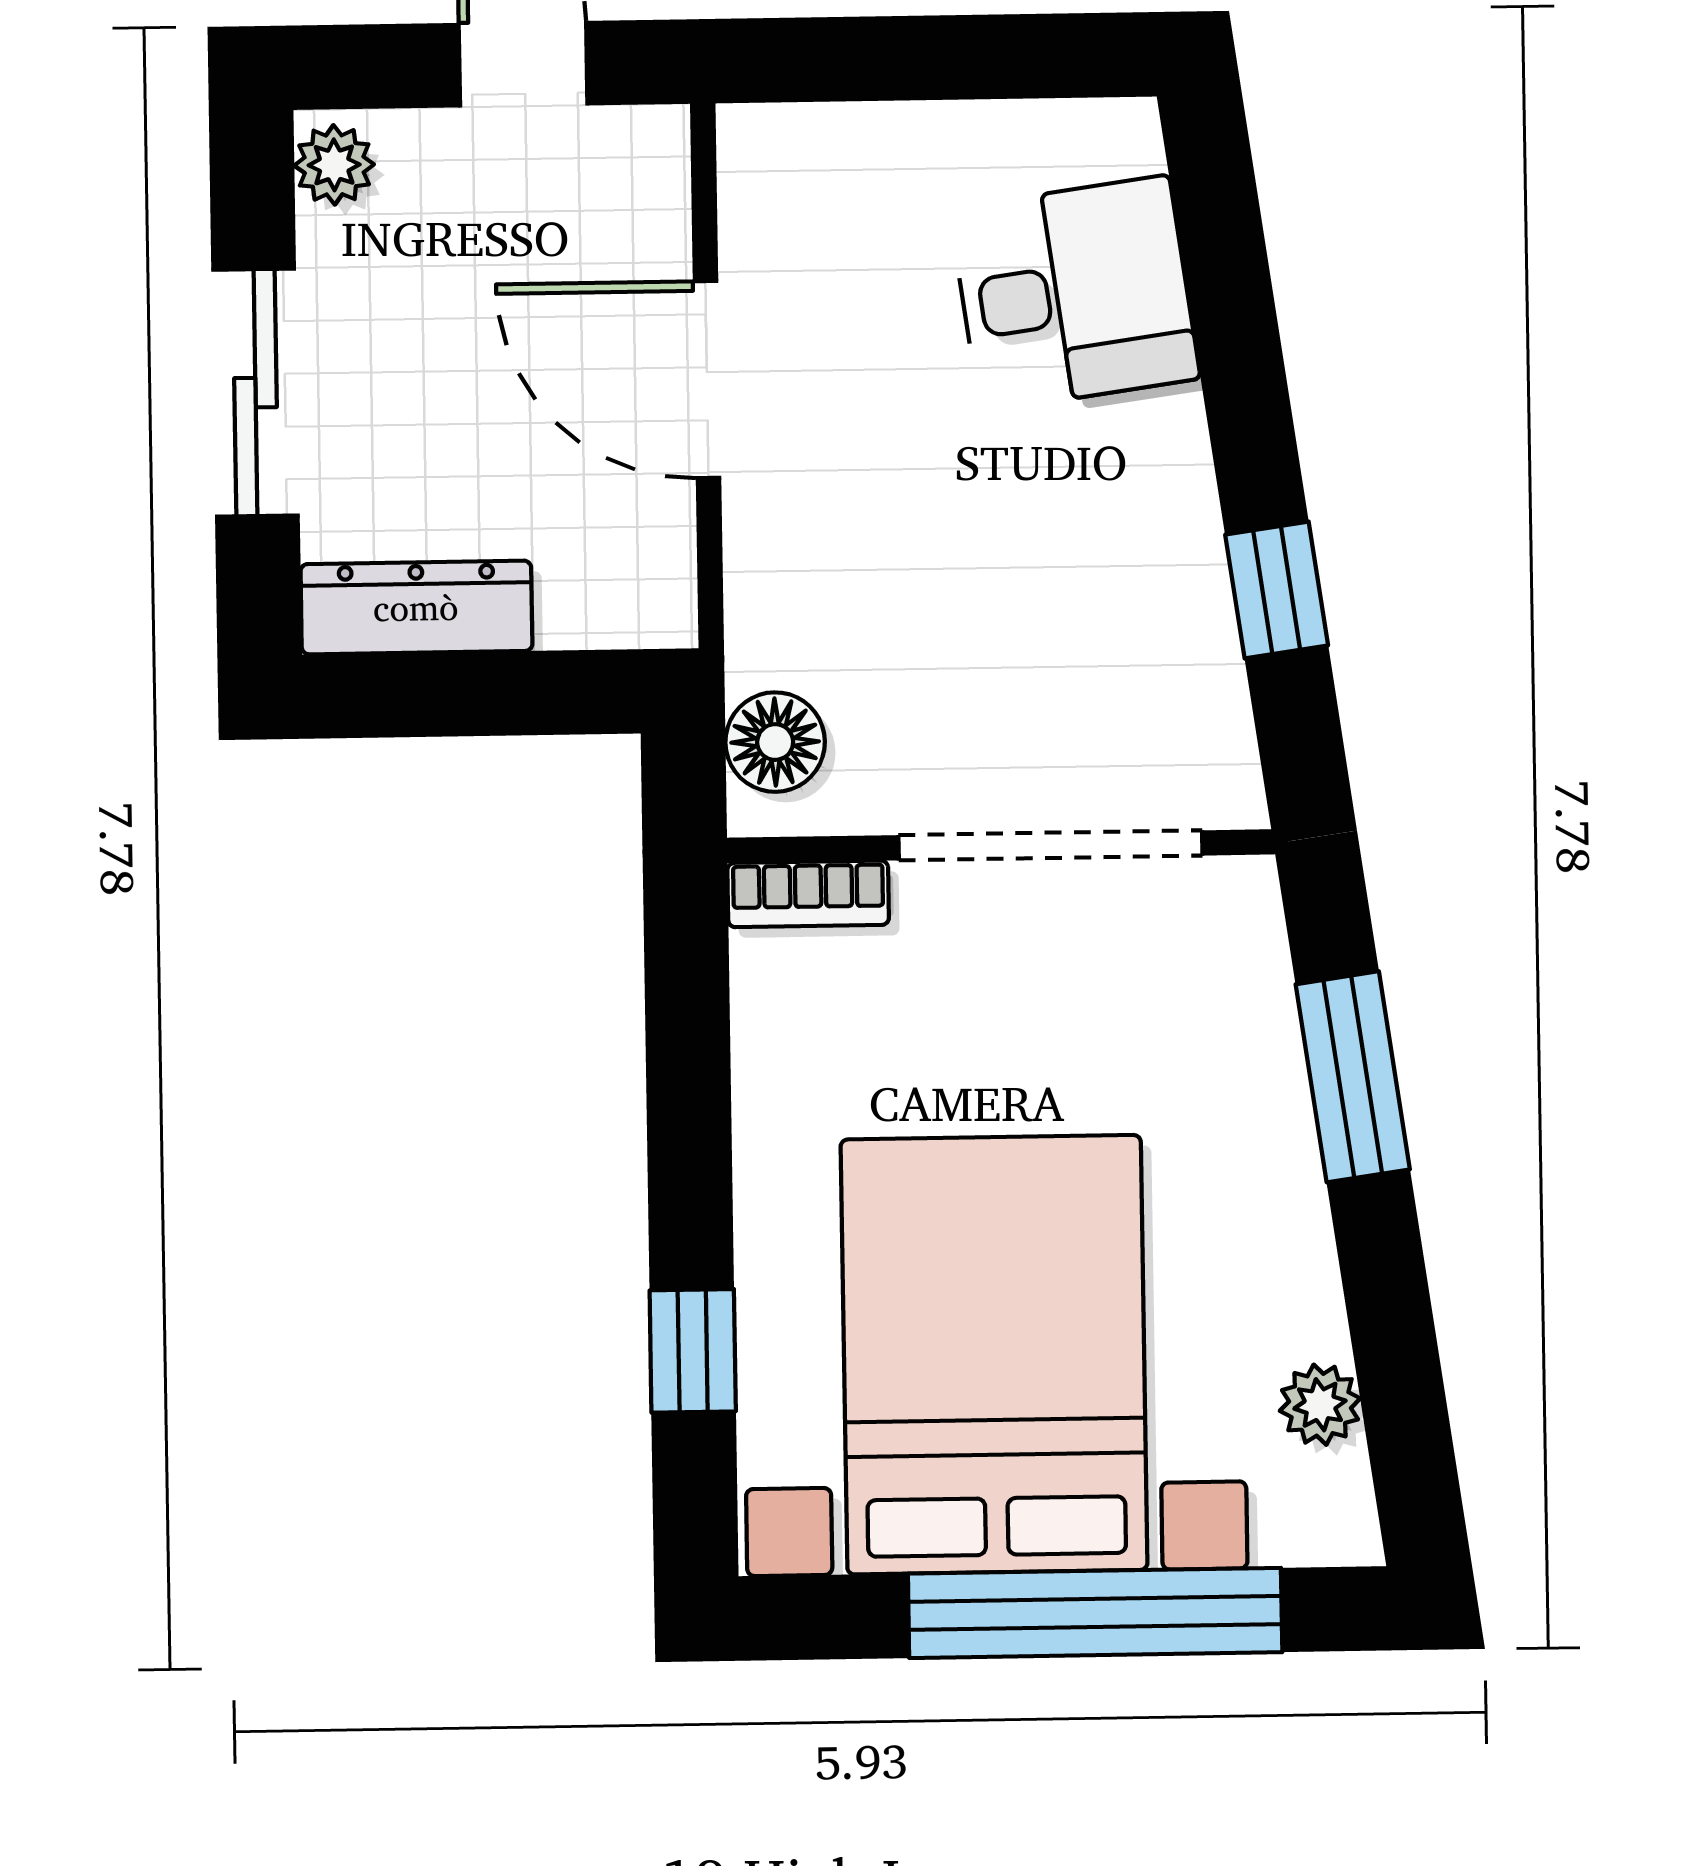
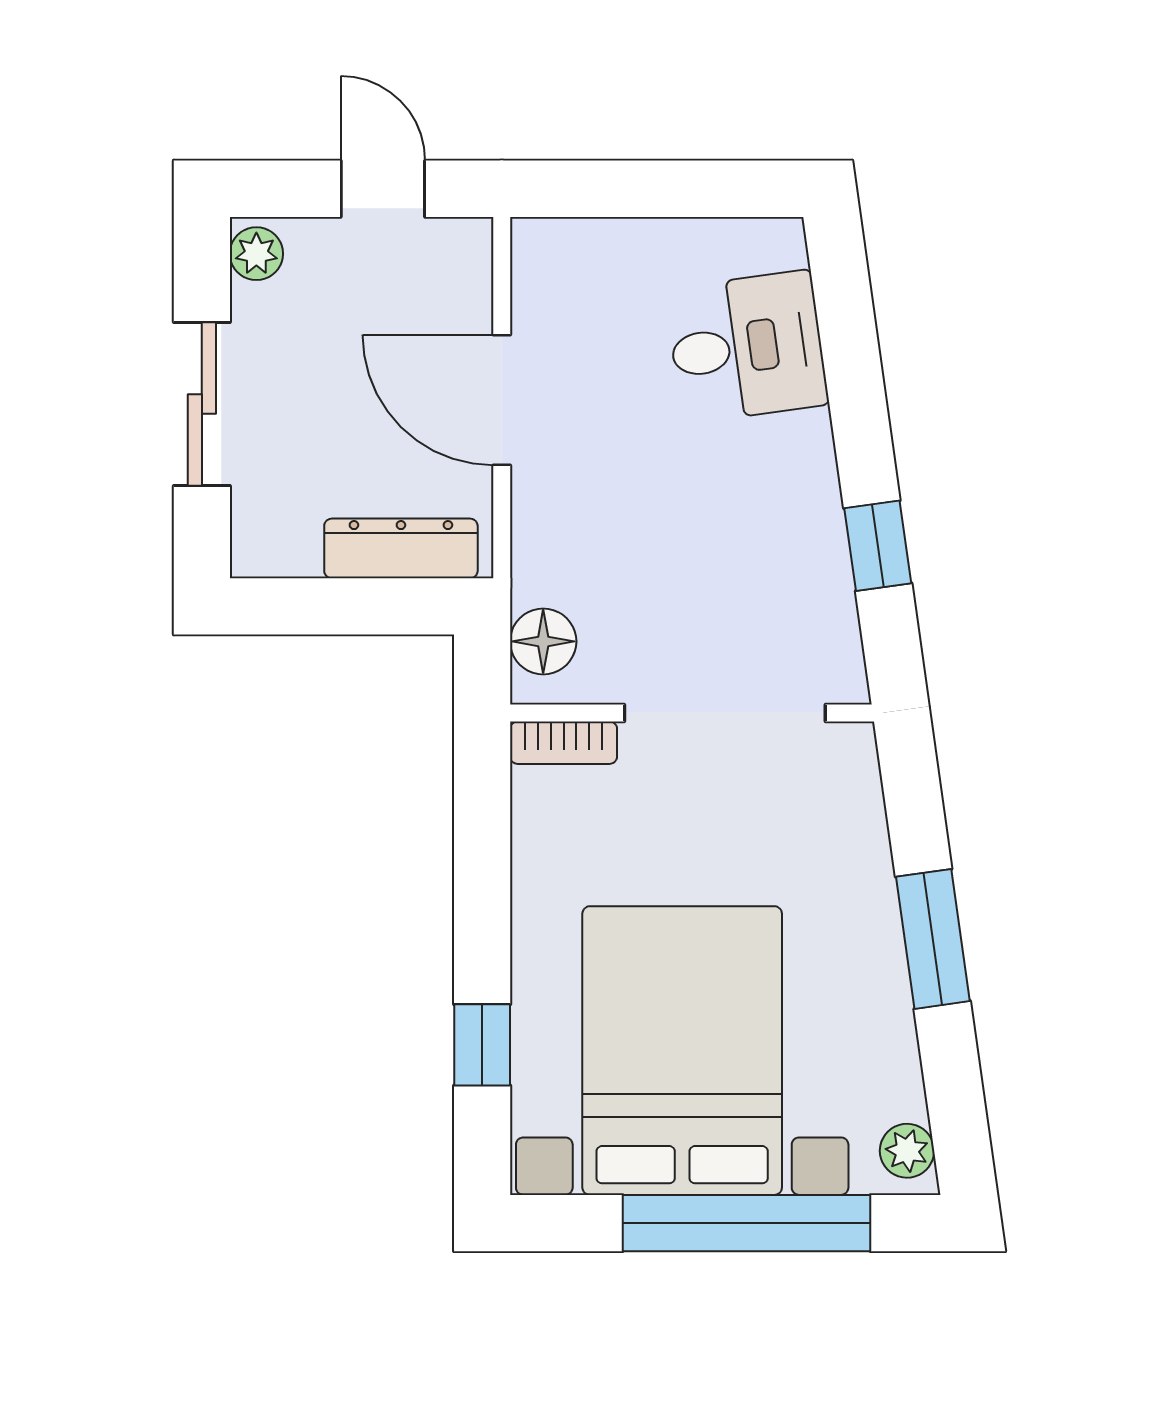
dresser: (416, 607) -> (401, 548), moved
window: (1353, 1077) -> (933, 939), moved
plant: (1320, 1405) -> (907, 1151), moved

